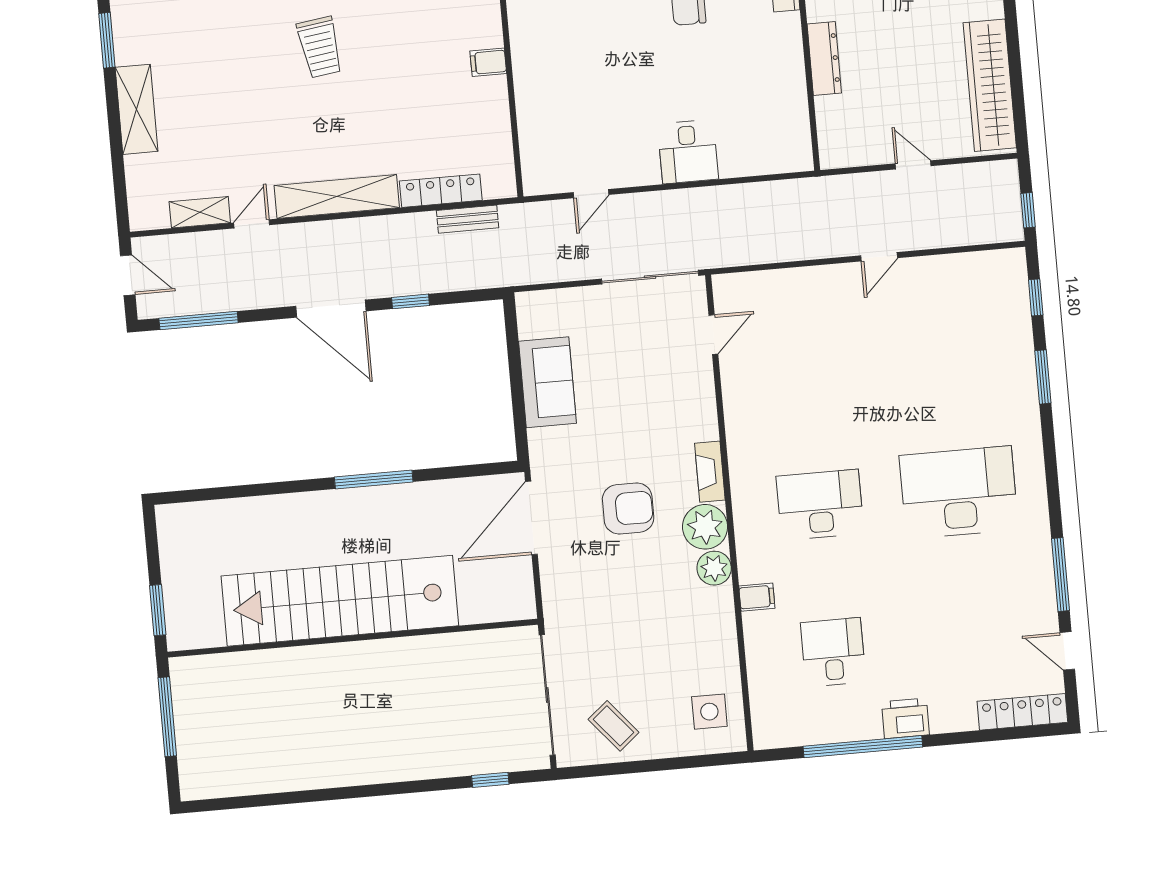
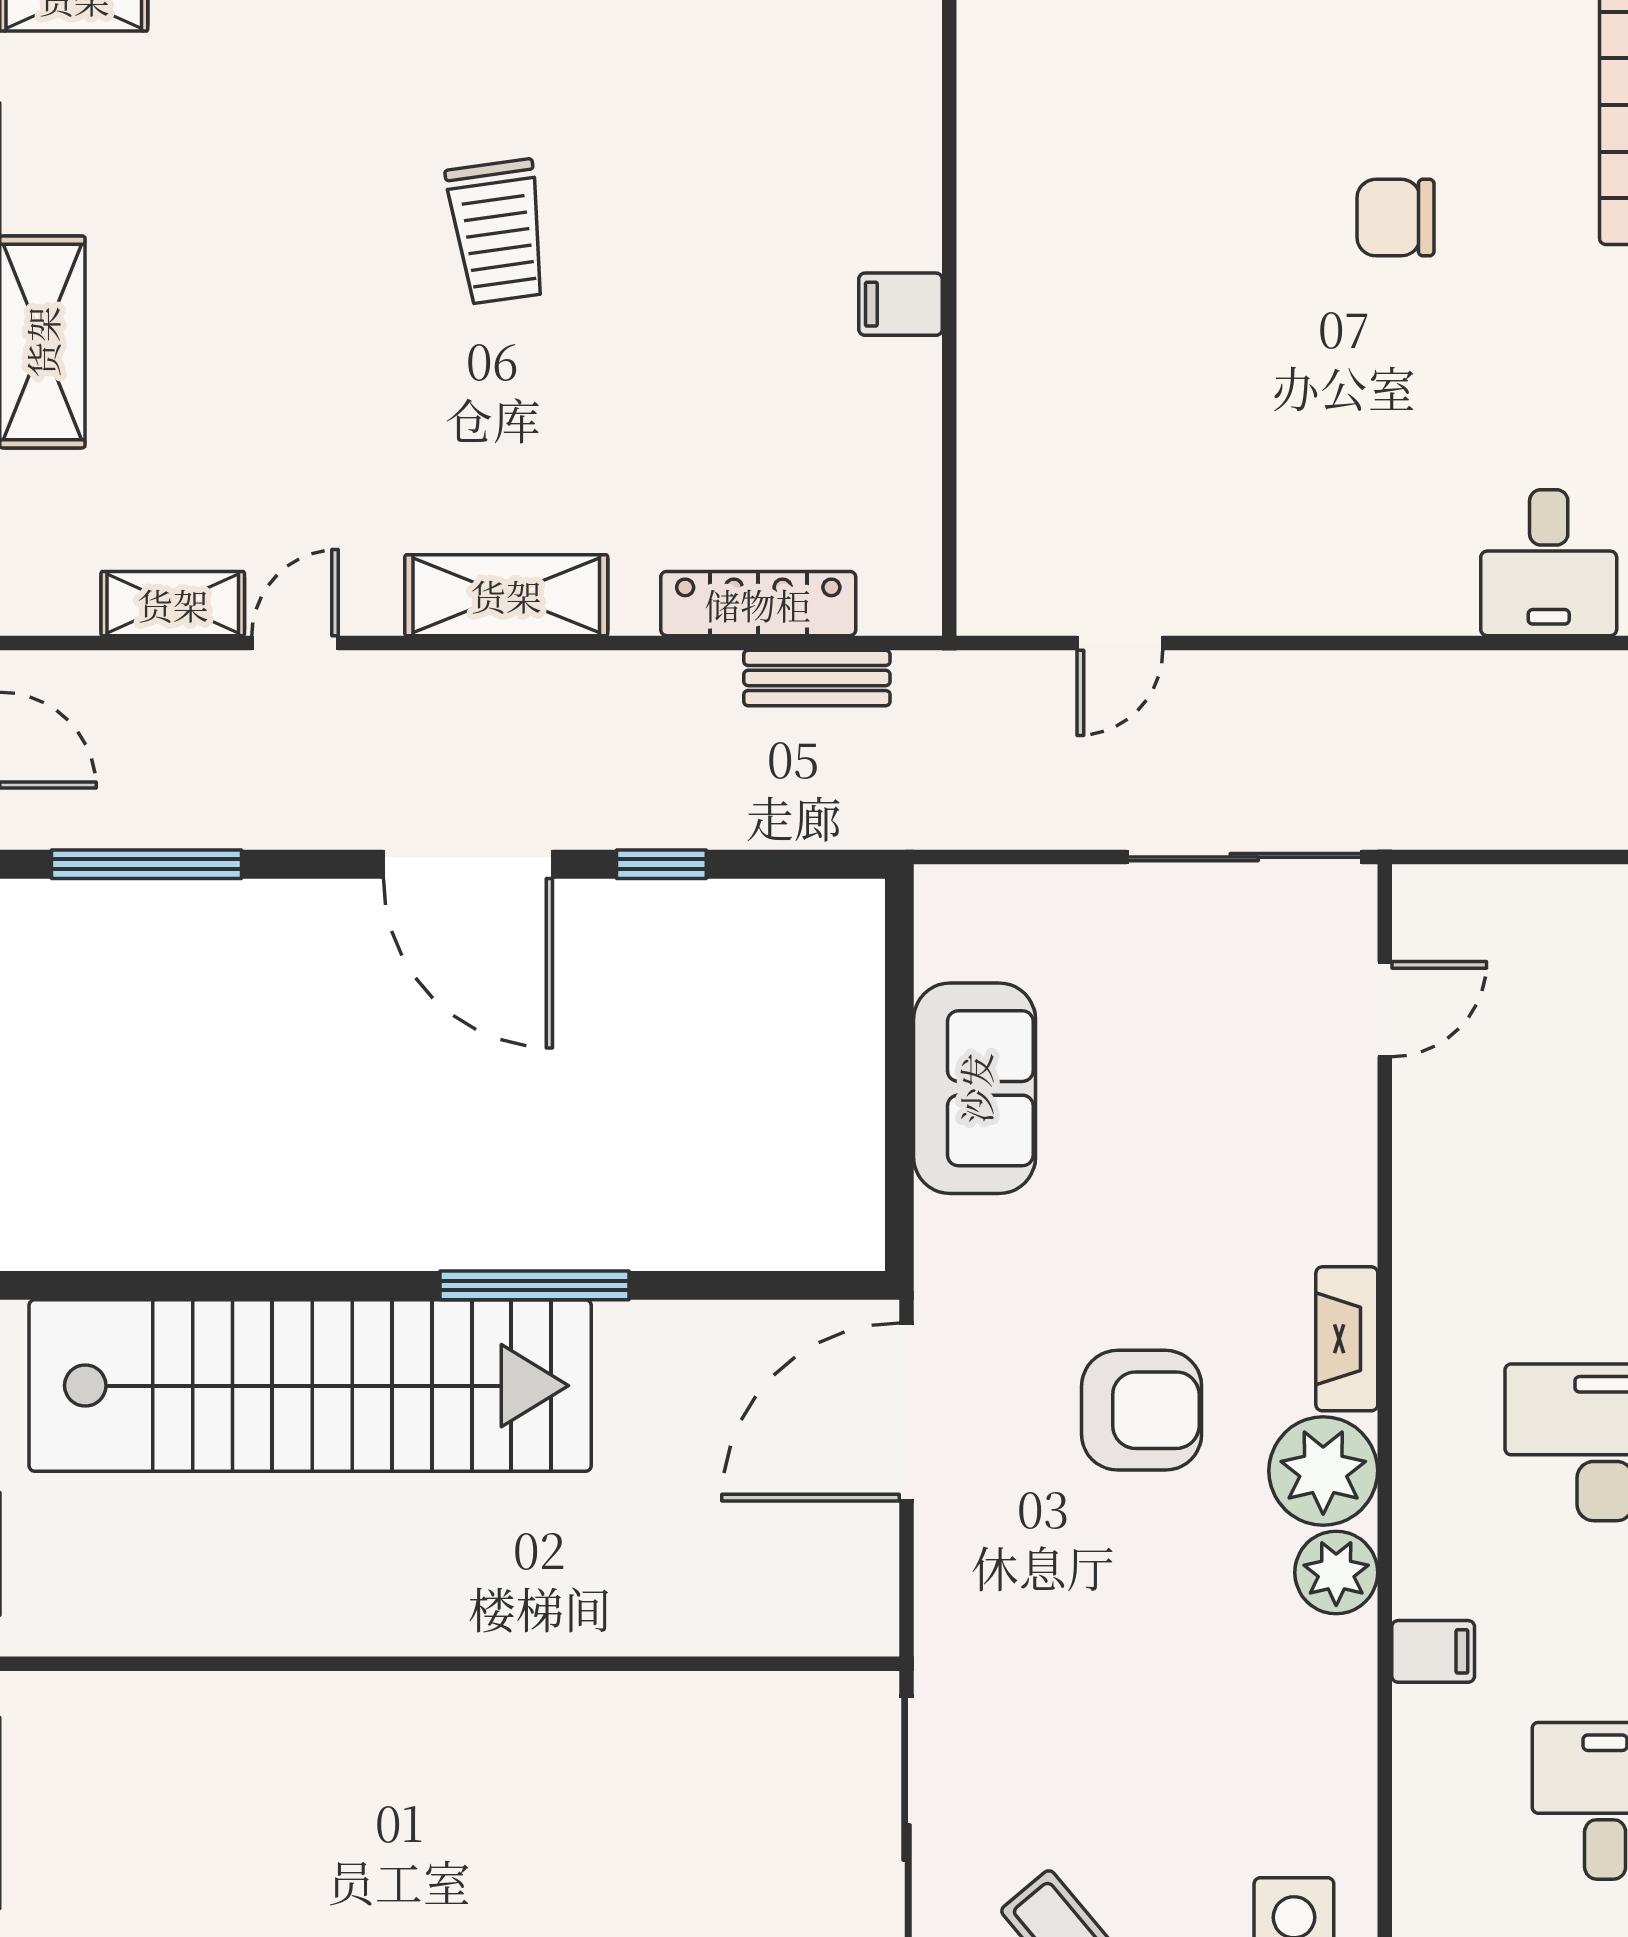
desk: (688, 152) -> (1549, 563), moved
shelving: (337, 196) -> (506, 595), width x0.68
stairs: (340, 601) -> (310, 1386), moved, turned 180

